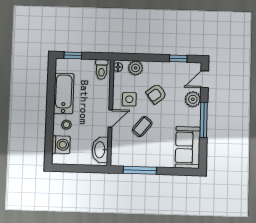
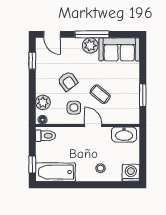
bathtub: (64, 94) -> (55, 172), moved
plant: (193, 99) -> (90, 45), moved
washing machine: (61, 145) -> (131, 173), moved
window: (140, 170) -> (143, 95), width x0.69

